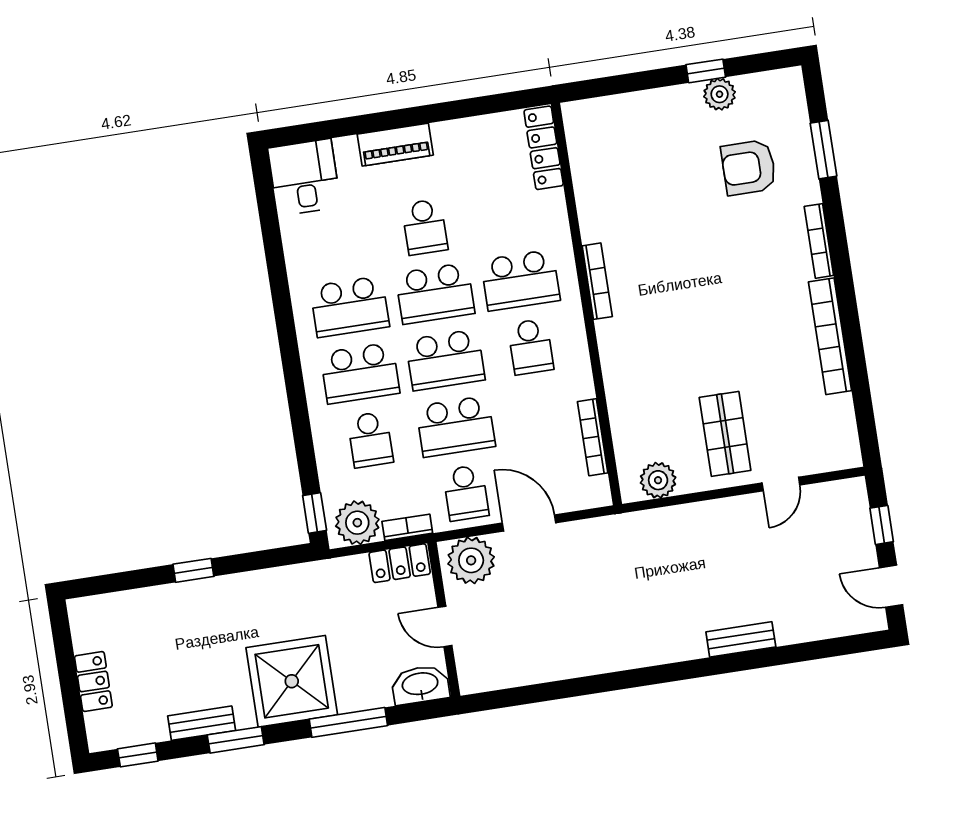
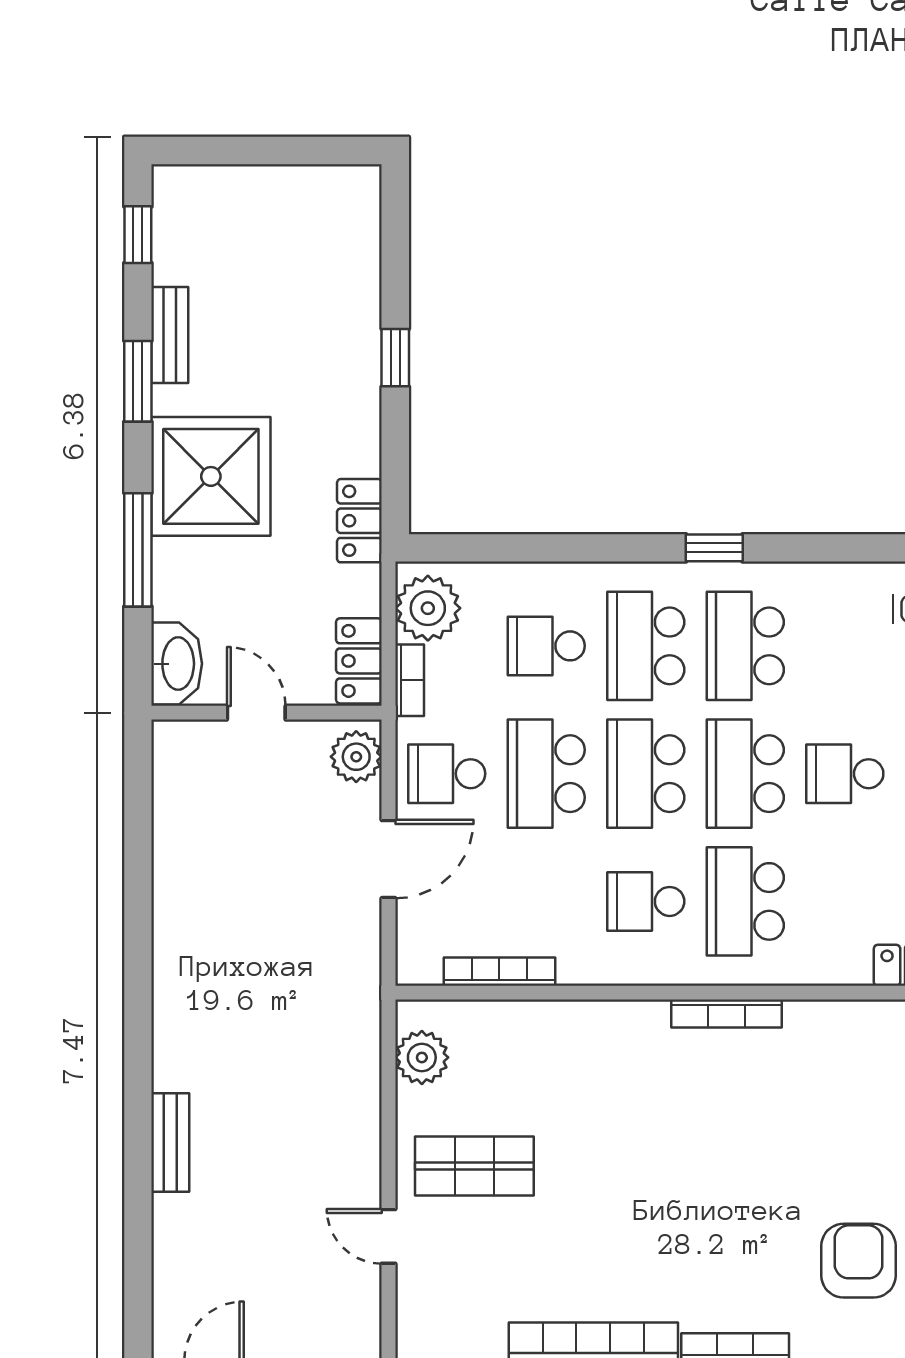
window: (315, 513) -> (714, 548), moved
plant: (471, 560) -> (356, 757), width x0.73, depth x0.73
door: (445, 626) -> (256, 713), hinge flipped
locker: (93, 682) -> (359, 521), moved, turned 90

